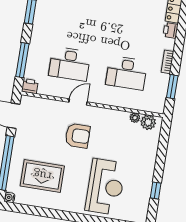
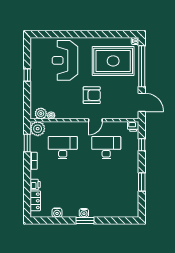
window: (22, 60) -> (142, 145), width x0.46
plant: (156, 103) -> (38, 129), added
armchair: (78, 136) -> (92, 95), turned 180
rug: (42, 176) -> (113, 61), width x1.37, depth x1.44
window: (156, 191) -> (27, 75), moved

